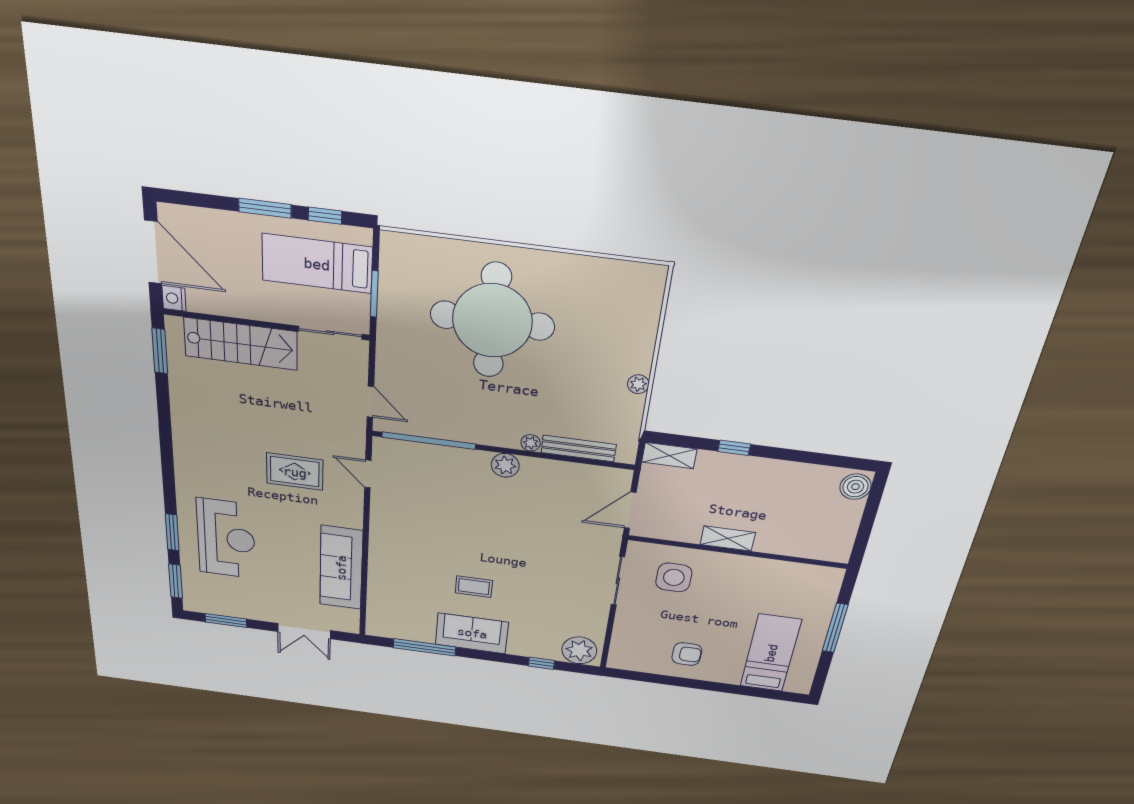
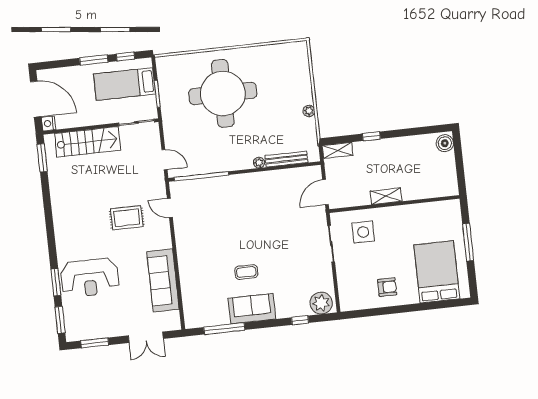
plant: (505, 465) -> (248, 181), removed
reception desk: (226, 539) -> (90, 278), turned 90
bed: (771, 653) -> (437, 272), width x1.50

